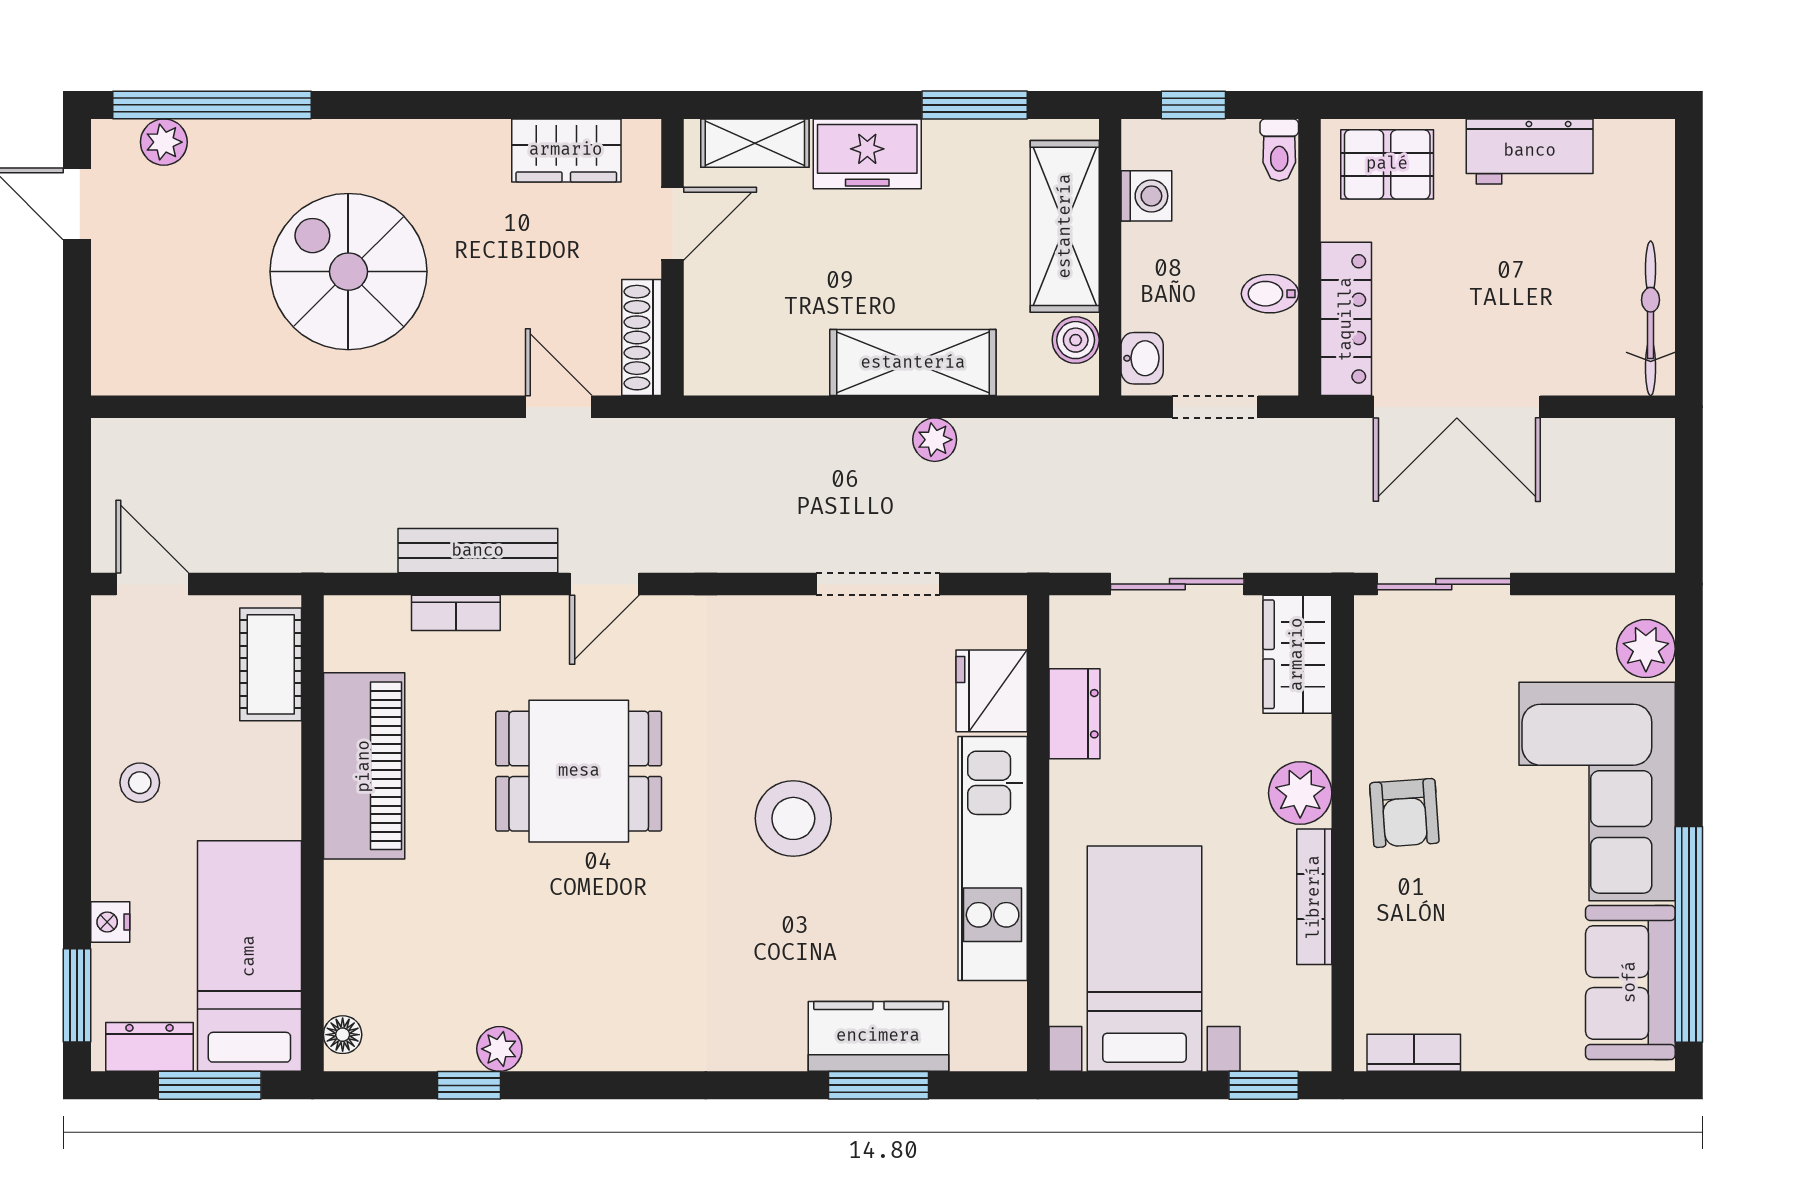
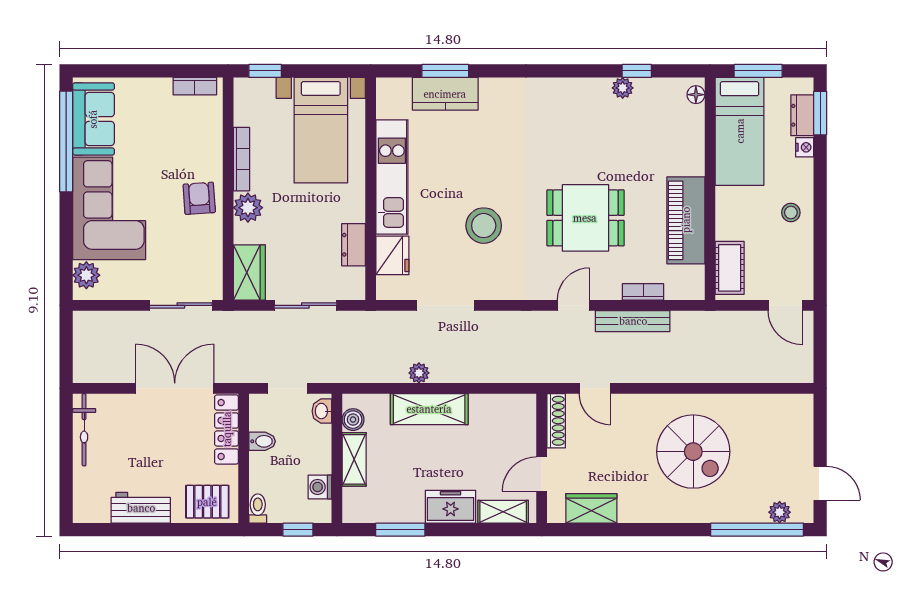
shelving: (1065, 226) -> (354, 459), width x0.67, depth x0.75
stool: (793, 818) -> (484, 226), moved
dresser: (150, 1047) -> (802, 115), moved, turned 90

